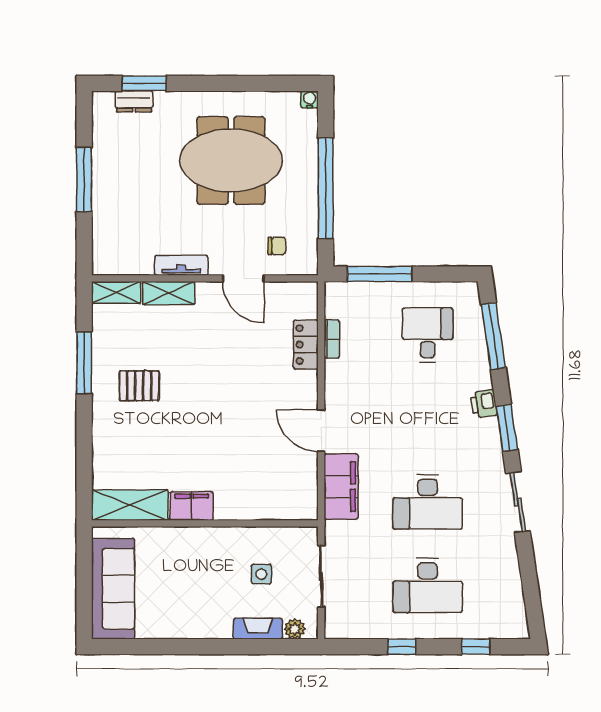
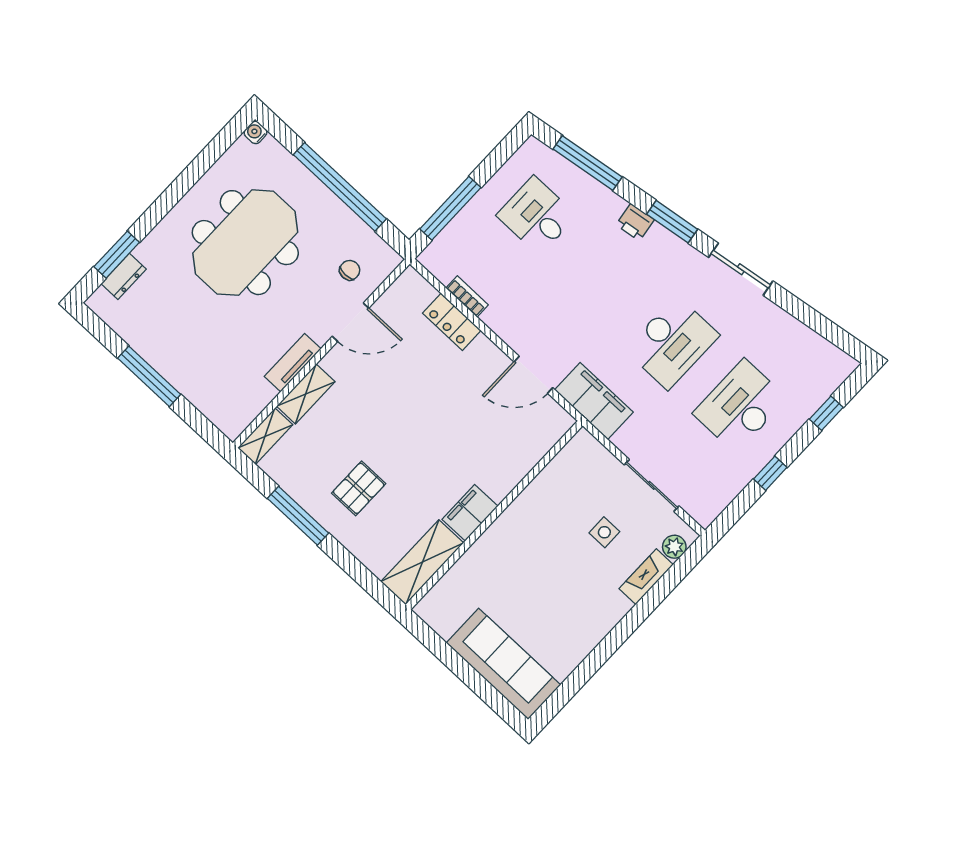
shelving: (130, 505) -> (422, 562), moved
filing cabinet: (192, 506) -> (470, 513), moved
wall: (205, 523) -> (494, 515), moved
desk: (428, 586) -> (740, 406), turned 180

